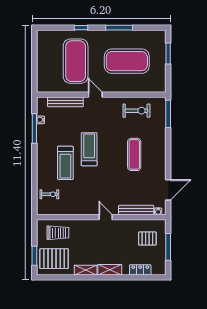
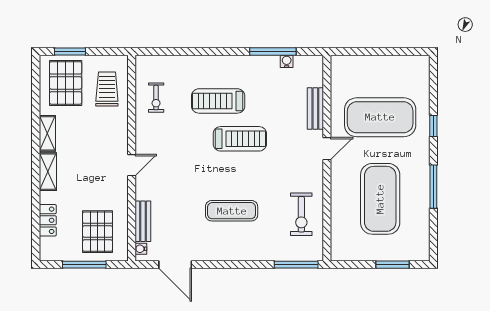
bench: (65, 102) -> (315, 109), width x0.73
exercise bike: (49, 194) -> (156, 98), moved
bench: (136, 210) -> (143, 221), width x0.73
trolley: (58, 233) -> (107, 89), turned 180
pallet: (147, 239) -> (98, 232), width x1.50, depth x1.42

